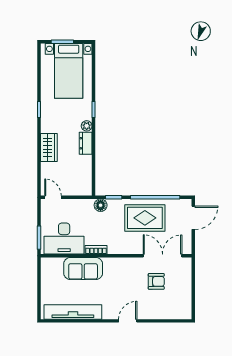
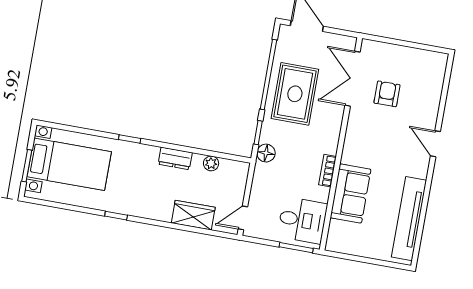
plant: (87, 126) -> (211, 163), moved
wardrobe: (49, 147) -> (193, 215), moved
desk: (64, 239) -> (302, 220), width x0.73

